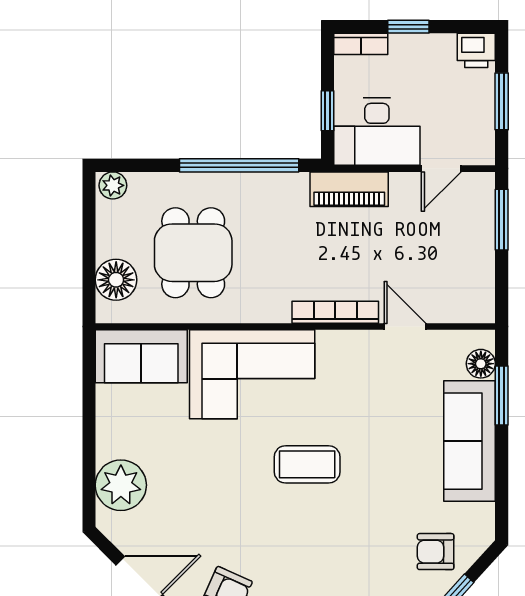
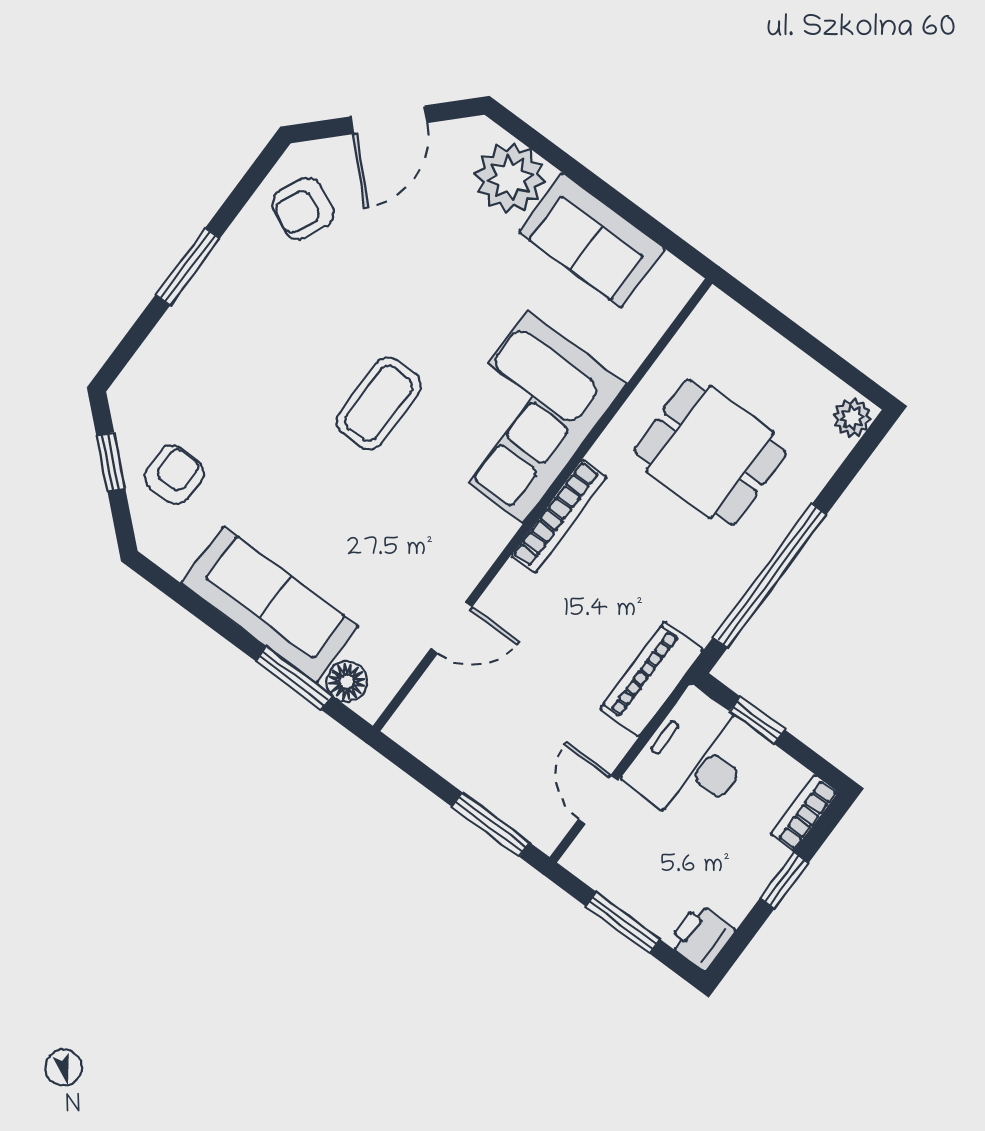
floor lamp: (116, 280) -> (744, 343), removed
bookcase: (335, 312) -> (559, 516), moved
sofa: (141, 356) -> (592, 240), moved, turned -90

